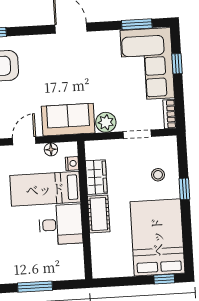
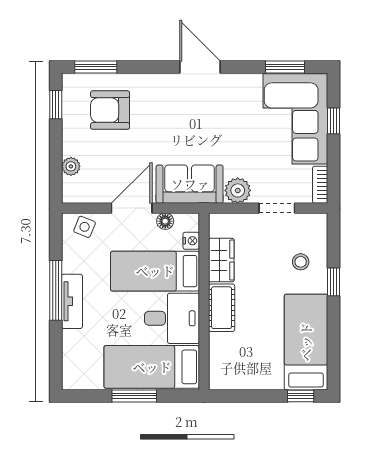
door: (24, 141) -> (132, 208), width x1.38
bed: (157, 237) -> (306, 342), width x0.67
bed: (47, 263) -> (152, 367), added

